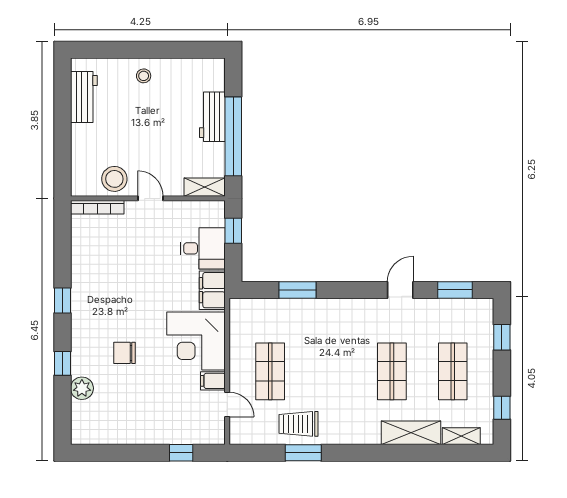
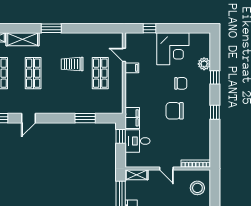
stool: (114, 179) -> (197, 188), moved
window: (233, 231) -> (121, 136), moved
chair: (135, 303) -> (175, 111), added
corner desk: (196, 341) -> (173, 49), moved, turned 90
trolley: (299, 424) -> (72, 64), moved, turned 180
window: (303, 453) -> (51, 28), moved

